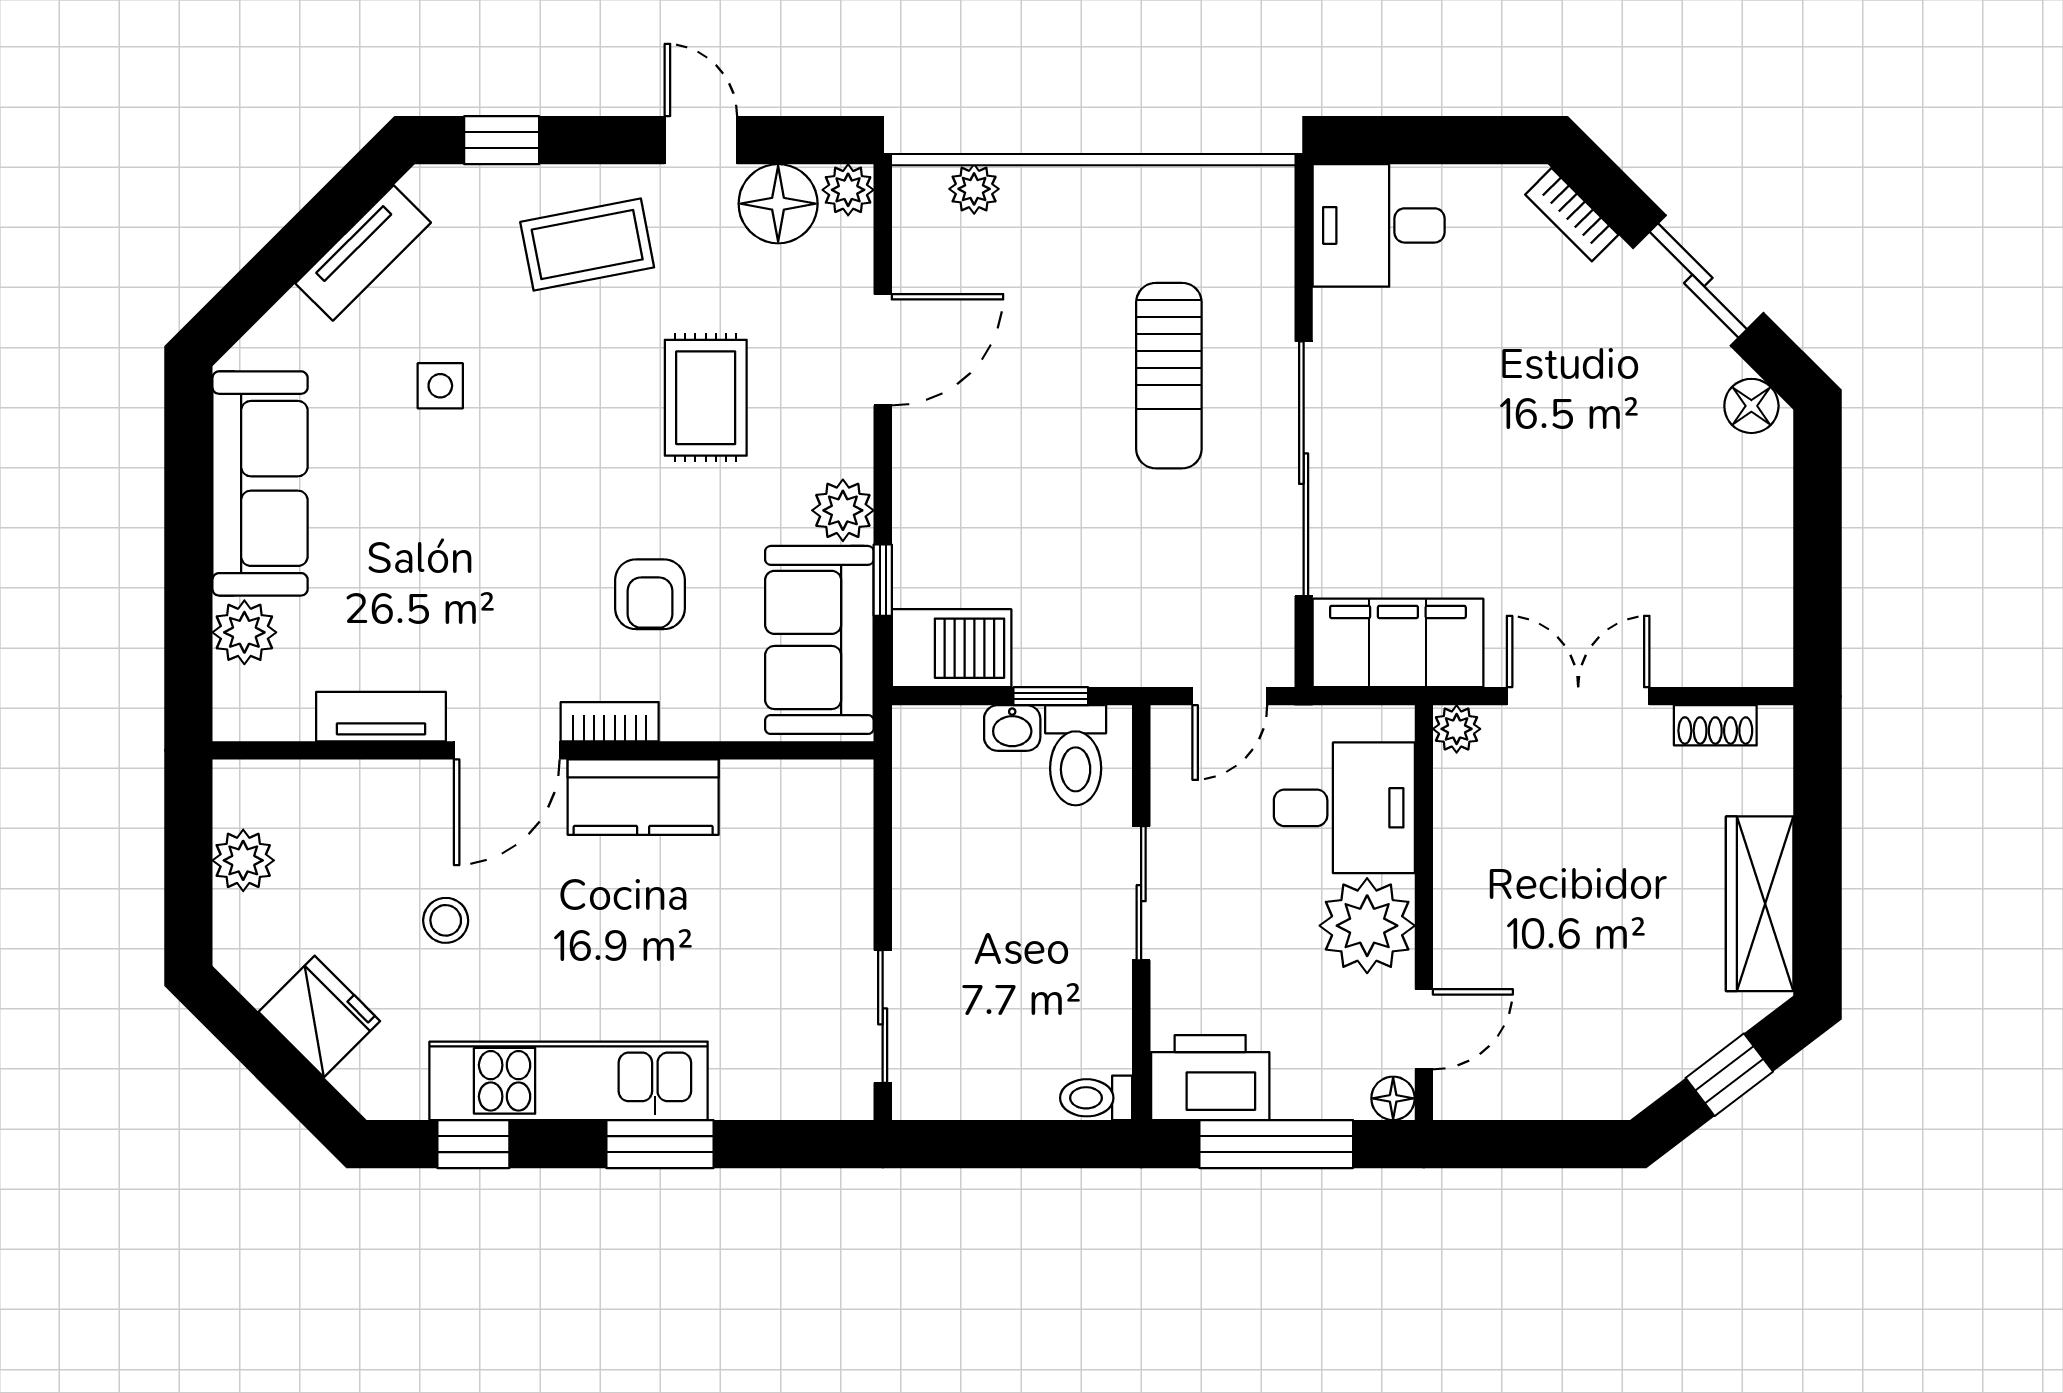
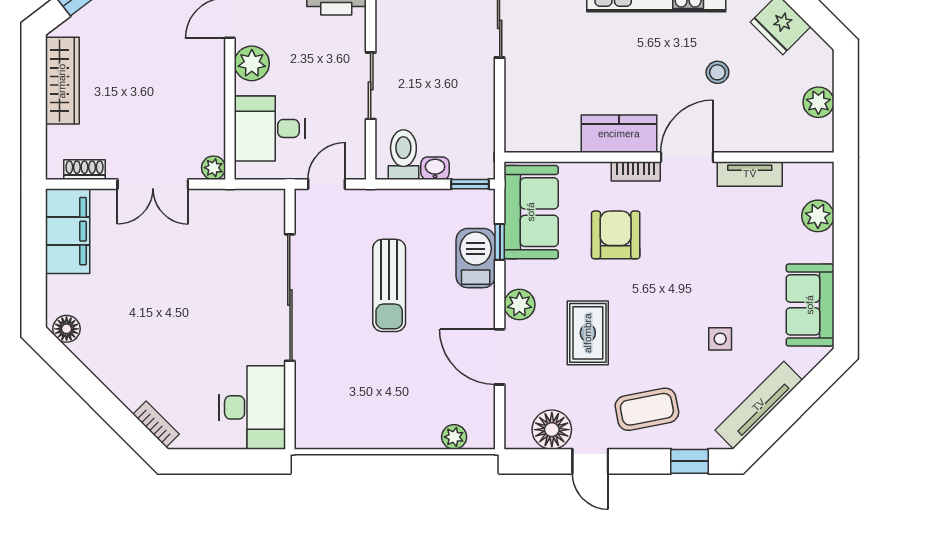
plant: (848, 190) -> (517, 437), removed
desk: (1379, 225) -> (252, 407), width x1.37
tv unit: (363, 253) -> (759, 405), width x1.41
sliding door: (1698, 280) -> (93, 391), removed
door: (883, 350) -> (500, 357), hinge flipped
sun lounger: (1169, 376) -> (389, 285), moved, turned 180
sofa: (260, 483) -> (810, 305), width x0.73
plant: (843, 510) -> (519, 305), moved
armchair: (650, 594) -> (616, 235), width x1.38, depth x1.38
filing cabinet: (1398, 643) -> (68, 231), moved, turned -90
barbecue: (952, 648) -> (476, 258), moved, turned 90
window: (1051, 696) -> (470, 184), moved
plant: (1367, 926) -> (252, 63), width x0.73, depth x0.73

